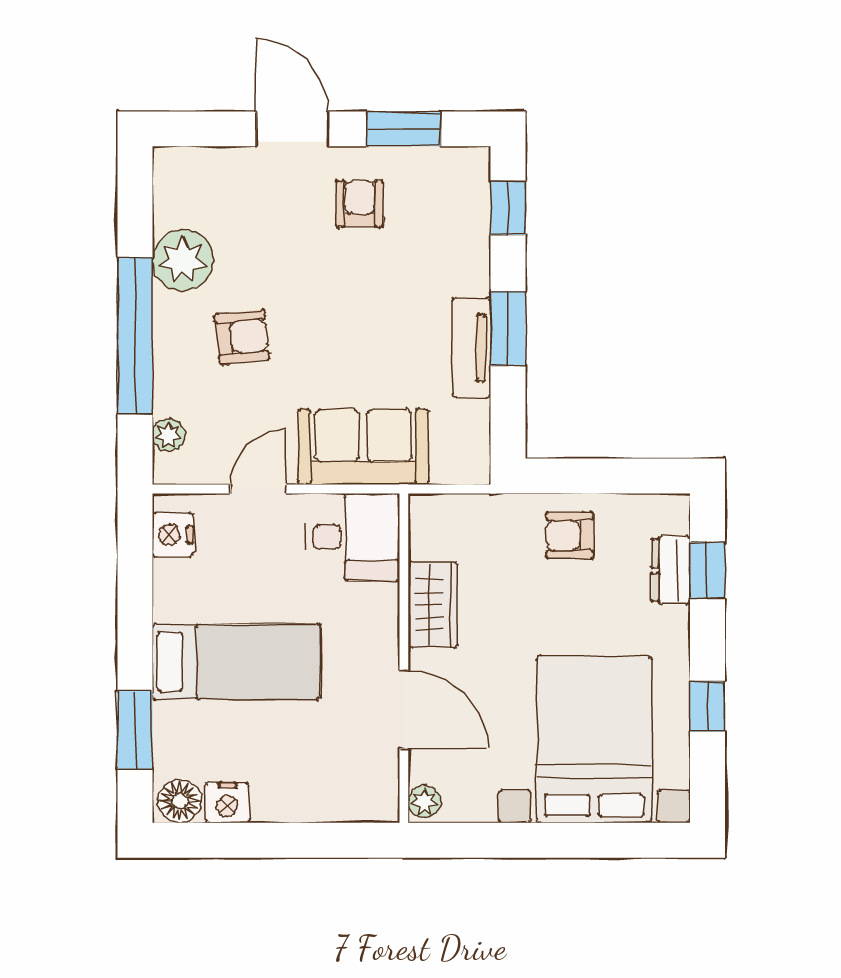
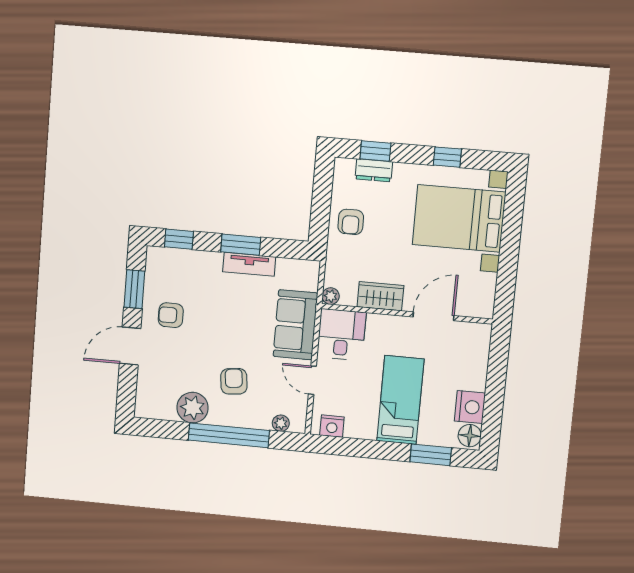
plant: (425, 802) -> (331, 296), moved
nightstand: (227, 803) -> (470, 407), width x1.36, depth x1.33

